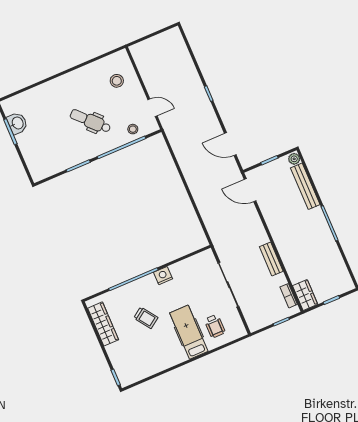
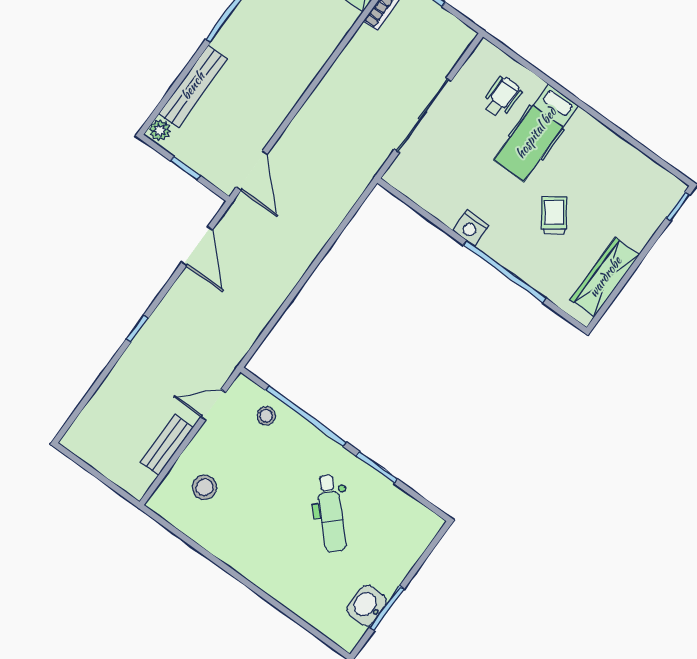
door: (152, 108) -> (213, 405), hinge flipped
dental chair: (90, 121) -> (331, 513), moved
bench: (271, 259) -> (167, 445), moved

